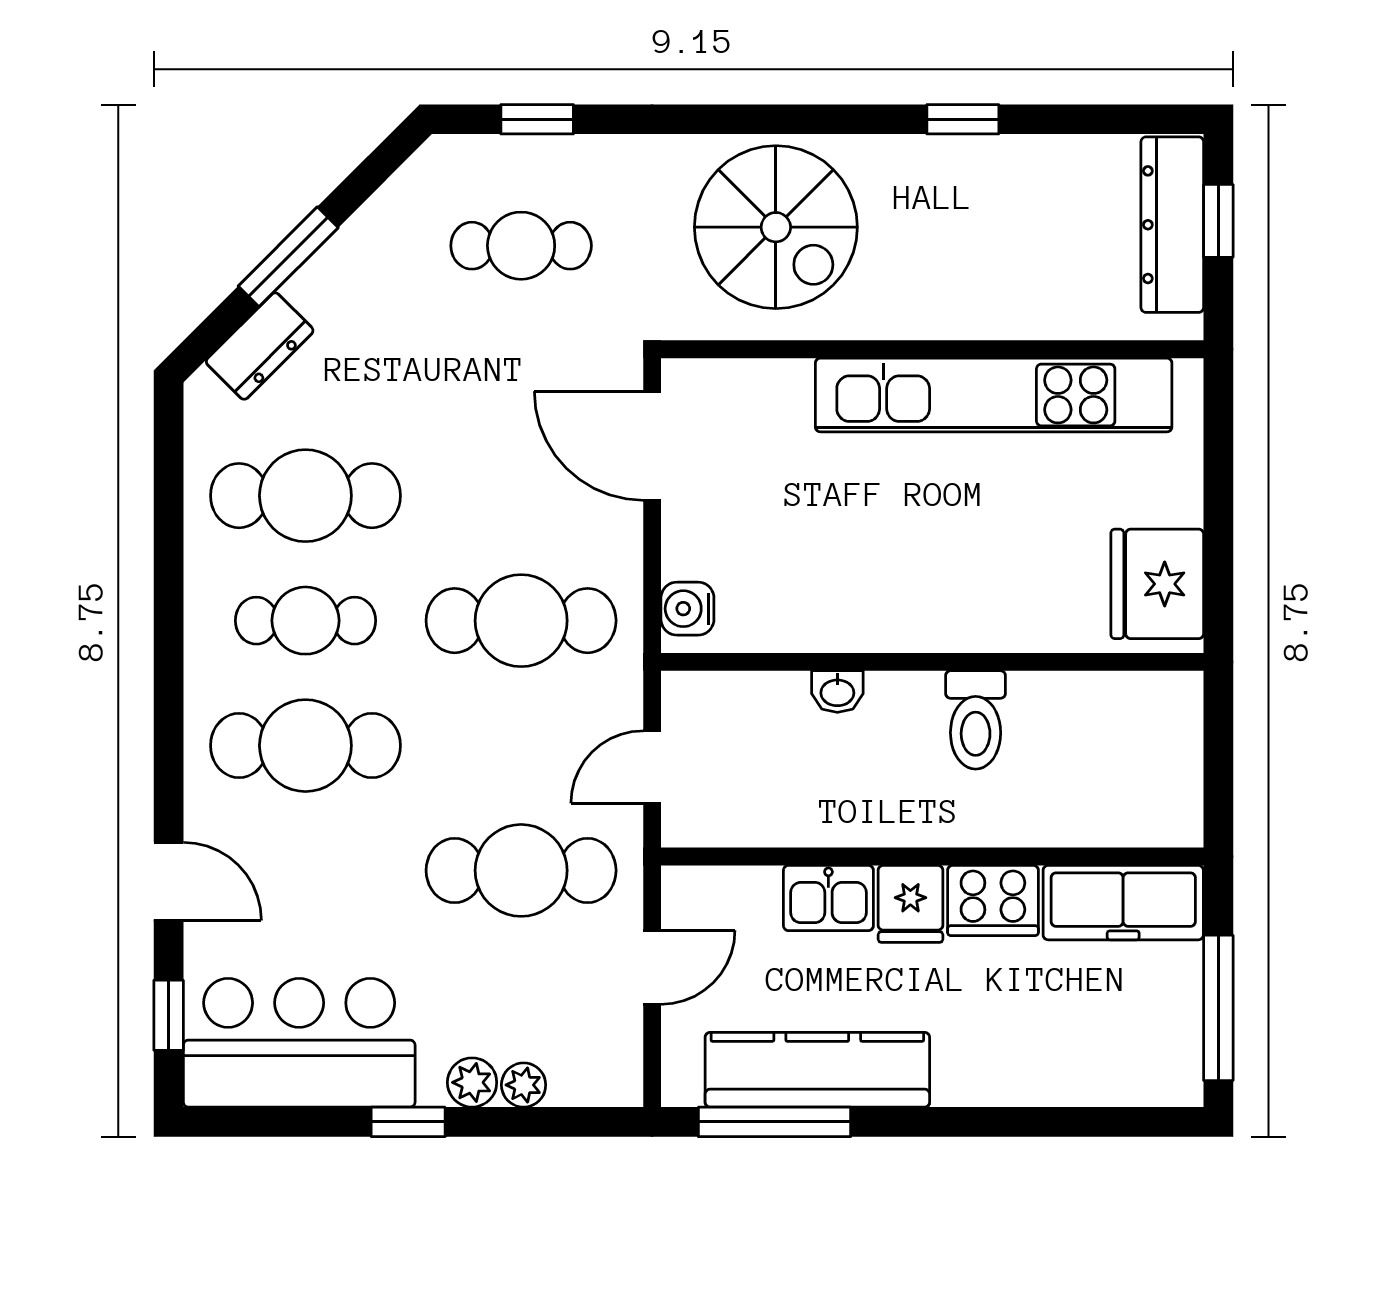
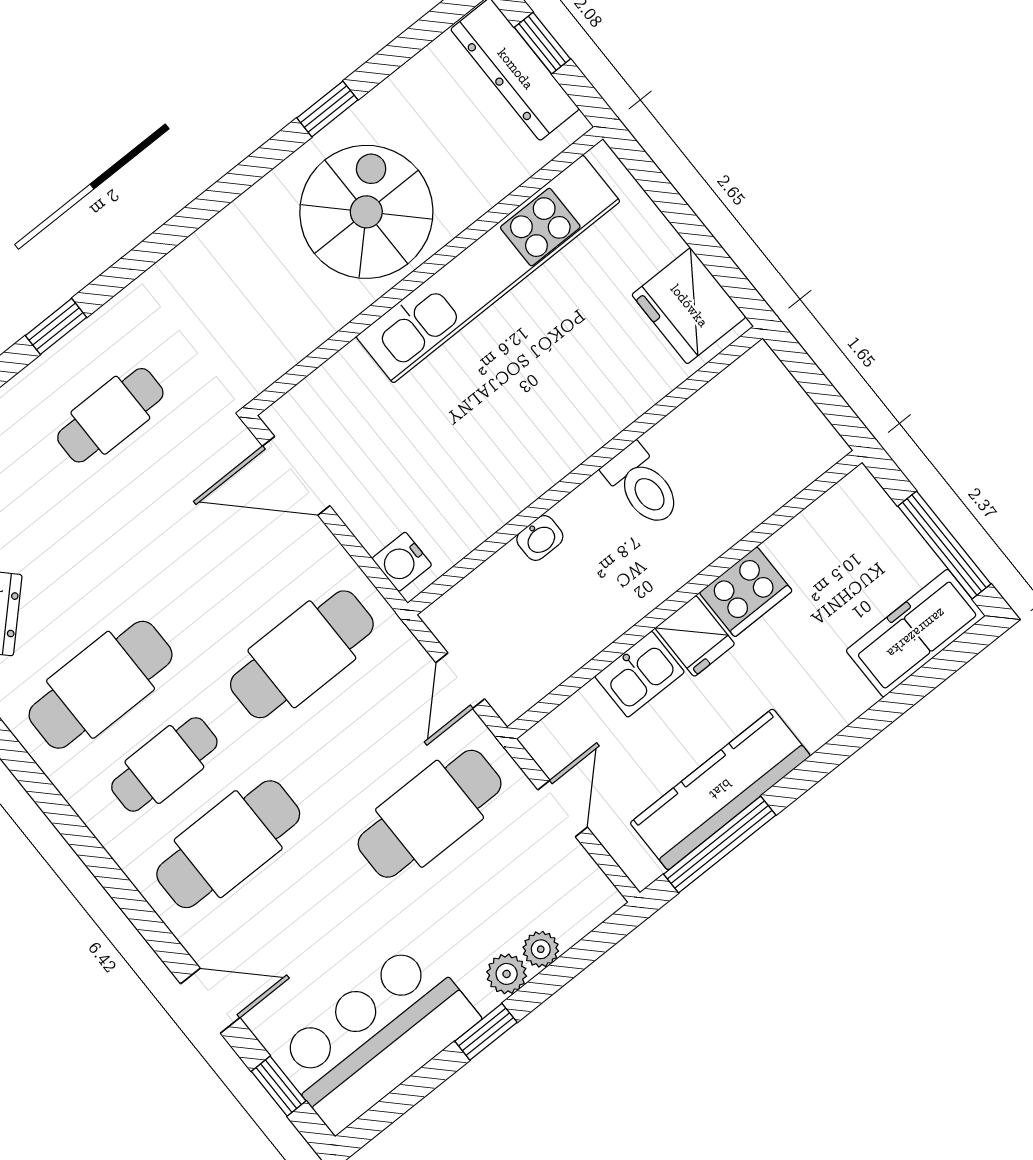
spiral stairs: (776, 227) -> (366, 212), moved, turned -90
freezer: (1123, 903) -> (916, 633), moved, turned 180

